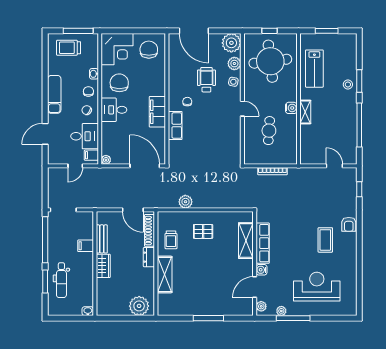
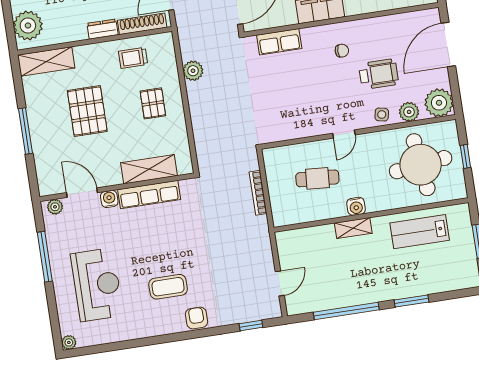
stool: (348, 84) -> (404, 285), removed
row of seats: (175, 125) -> (279, 42), moved
armchair: (349, 224) -> (197, 318), turned 90
shelving: (165, 274) -> (46, 62), moved
pallet: (201, 275) -> (87, 111), added
plant: (281, 311) -> (69, 342), moved

